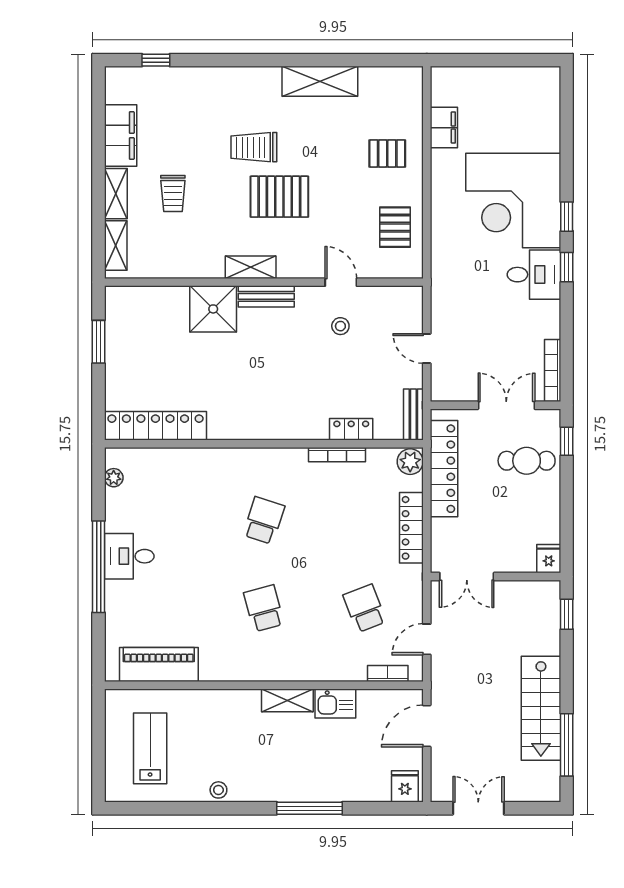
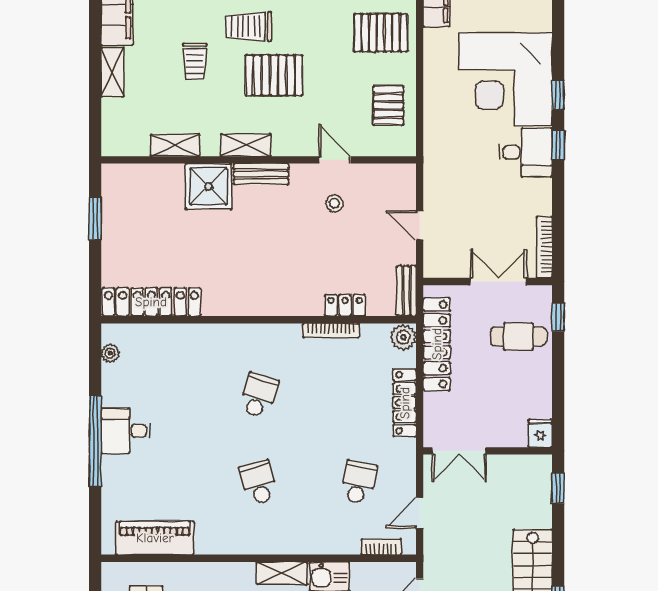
pallet: (387, 153) -> (381, 33), width x1.50, depth x1.42
trolley: (173, 193) -> (195, 61), moved
shelving: (116, 246) -> (175, 145), moved, turned 90
school desk: (365, 608) -> (358, 482), turned 33

